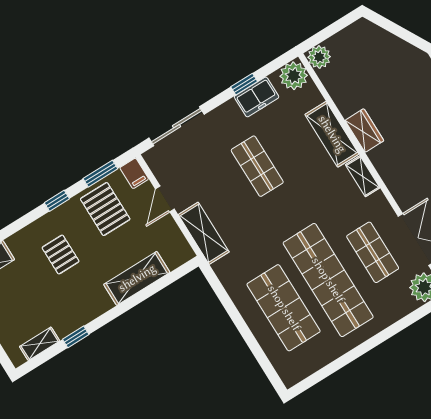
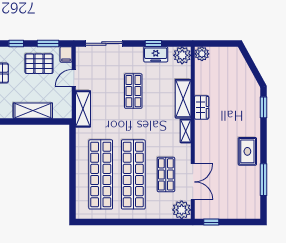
pallet: (105, 209) -> (39, 64), turned 90
shop shelf: (284, 308) -> (101, 174), width x1.40

